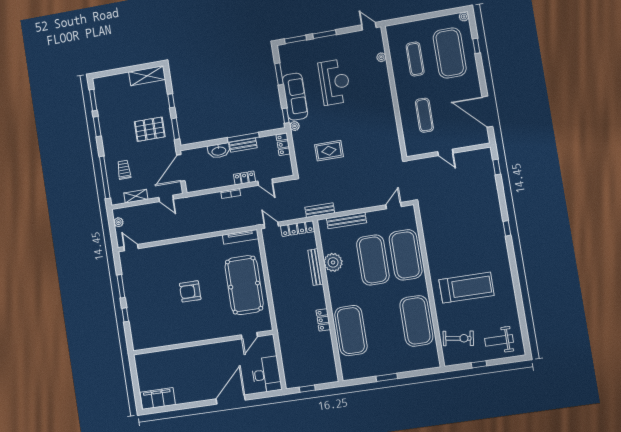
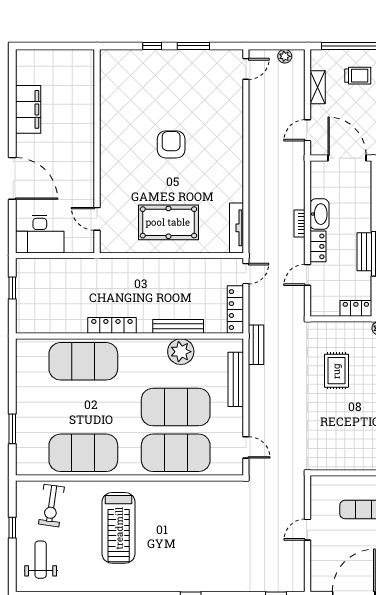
washbasin: (219, 151) -> (319, 214), moved, turned 180
pool table: (244, 285) -> (168, 222), width x0.73, depth x0.76
locker: (323, 320) -> (112, 325), width x1.53
window: (387, 377) -> (12, 429), moved
filing cabinet: (158, 398) -> (28, 109), moved

